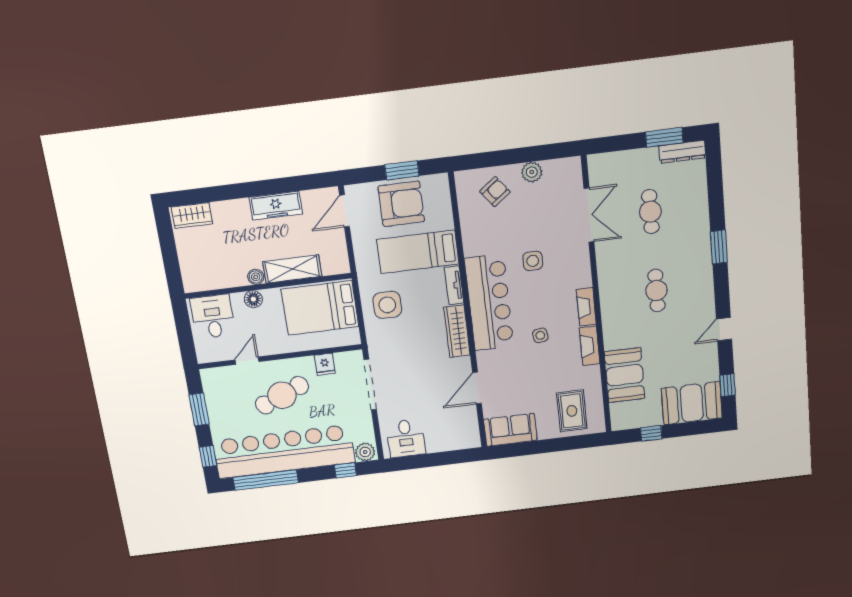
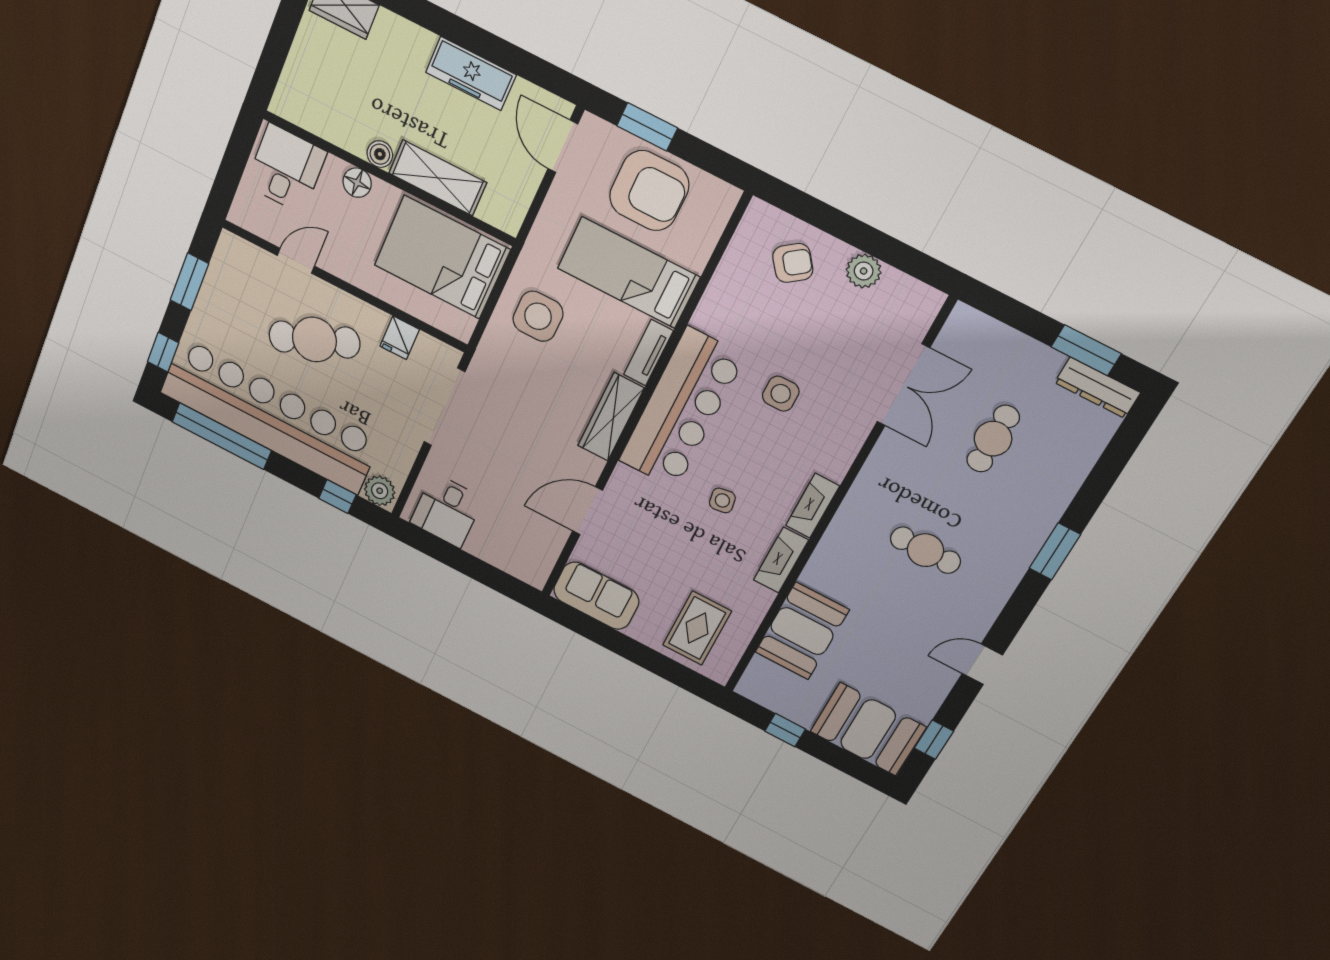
window: (402, 170) -> (647, 127), moved
door: (344, 211) -> (563, 146), hinge flipped
cafe table: (656, 291) -> (925, 550), turned 90

